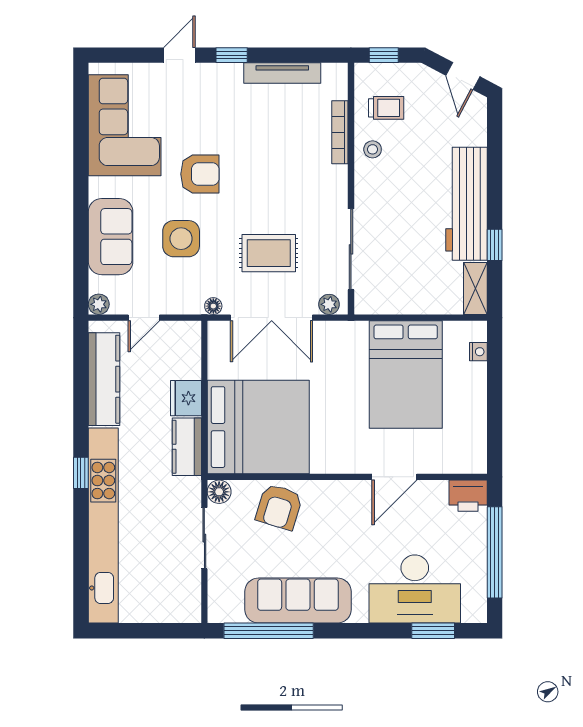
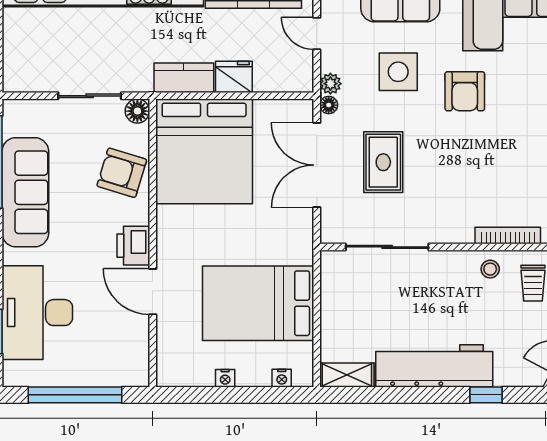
window: (495, 245) -> (486, 395), moved
plant: (329, 304) -> (330, 84), moved
nightstand: (478, 407) -> (225, 378), added
printer: (468, 496) -> (133, 246), moved

